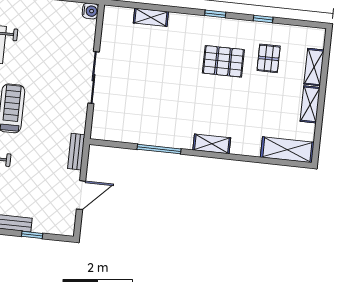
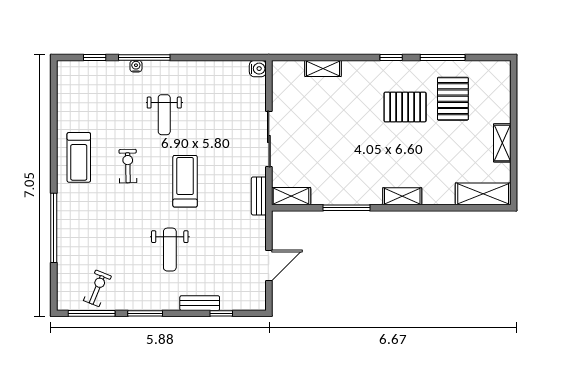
window: (263, 19) -> (443, 58), width x2.17
pallet: (269, 58) -> (453, 99), width x1.50, depth x1.42
shelving: (314, 67) -> (291, 196), moved, turned 90
bench: (76, 152) -> (259, 196), moved

